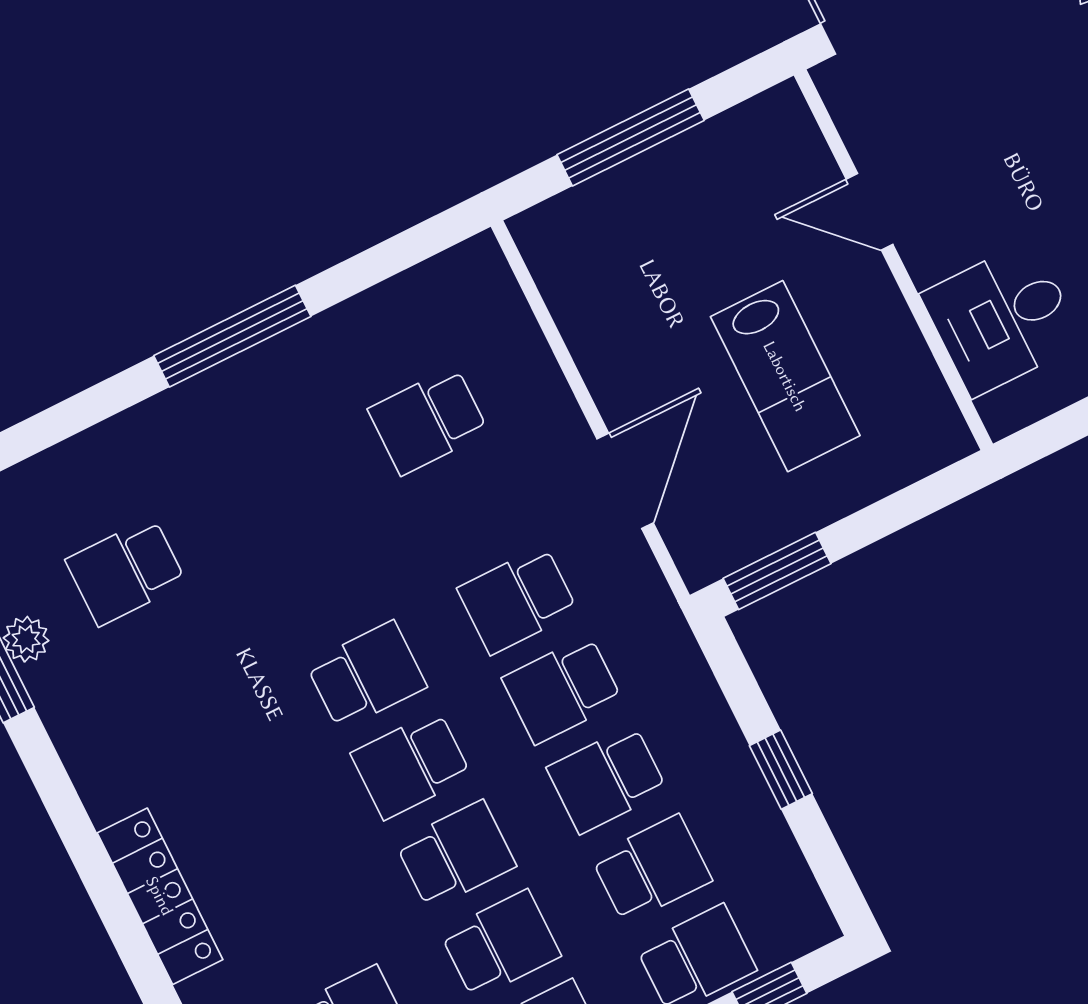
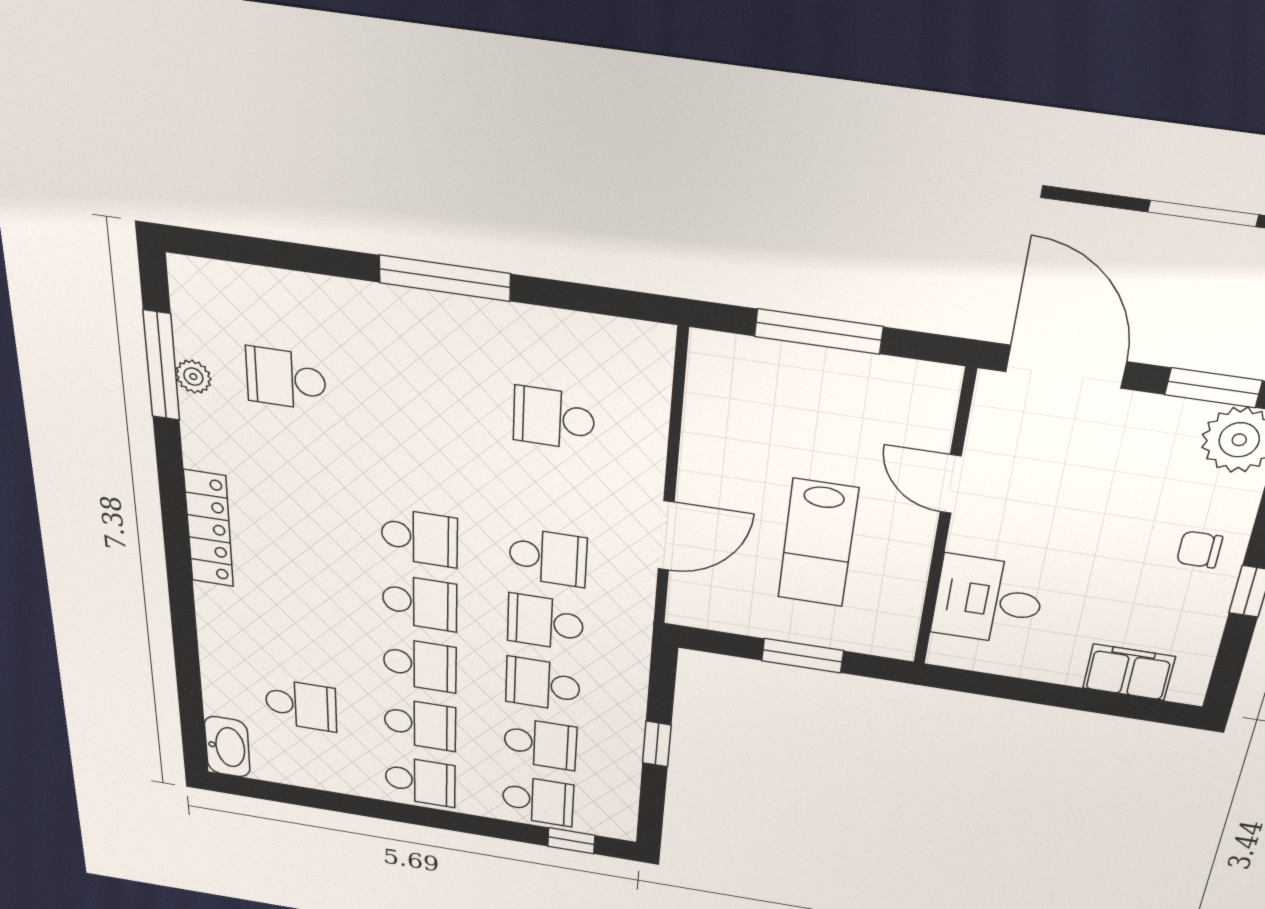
window: (777, 571) -> (802, 656), moved
school desk: (518, 600) -> (548, 557), turned 180
school desk: (411, 765) -> (420, 603), turned 180
locker: (160, 896) -> (209, 529), moved

